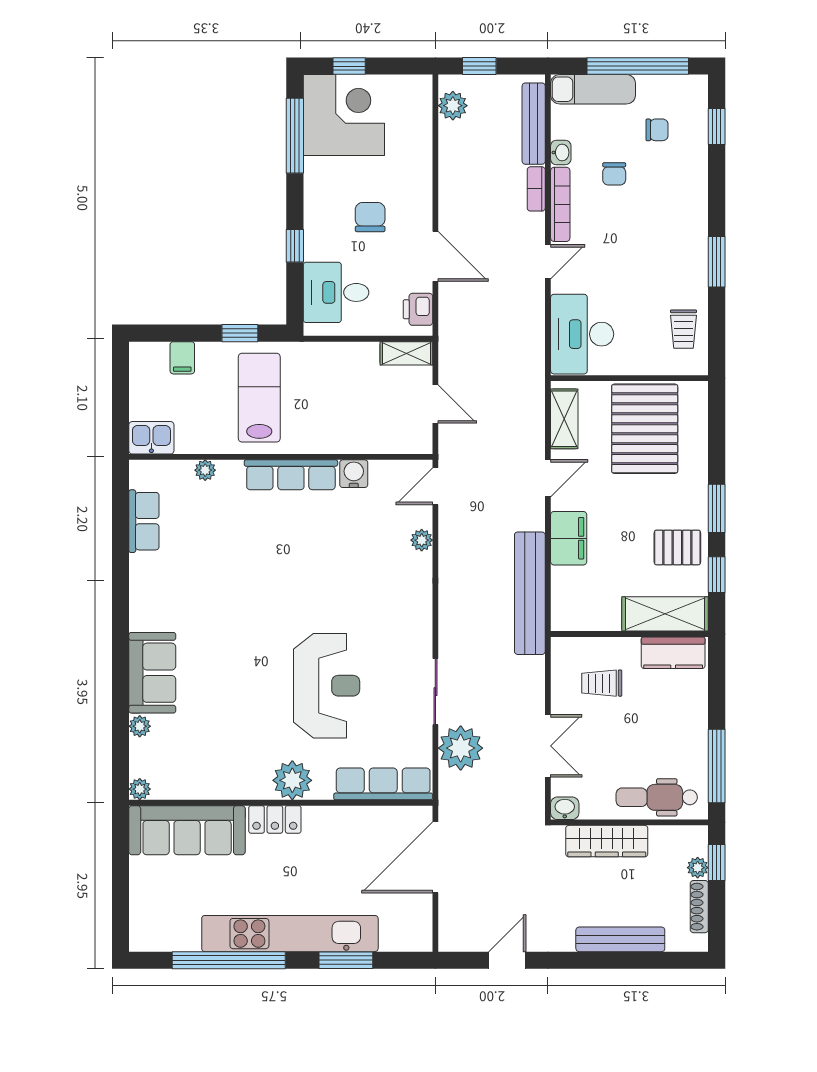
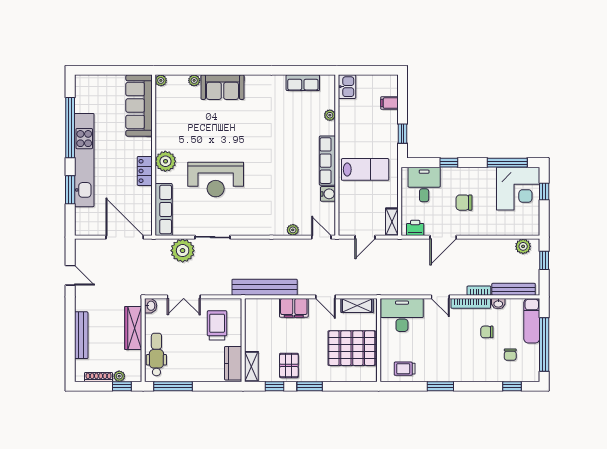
chair: (370, 217) -> (464, 203), turned 180
lab bench: (259, 398) -> (365, 169), moved
shelving: (665, 614) -> (251, 367), width x0.67, depth x0.75
trolley: (602, 683) -> (217, 325), width x1.36, depth x1.39
locker: (275, 819) -> (145, 171), moved

